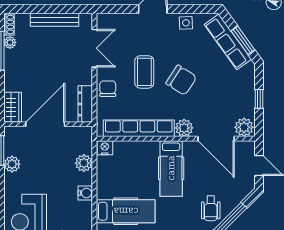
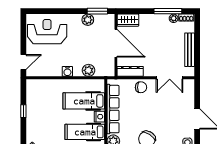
coffee table: (144, 72) -> (153, 113), removed
nightstand: (105, 148) -> (99, 117), moved
hospital bed: (126, 211) -> (84, 101), moved, turned 90

